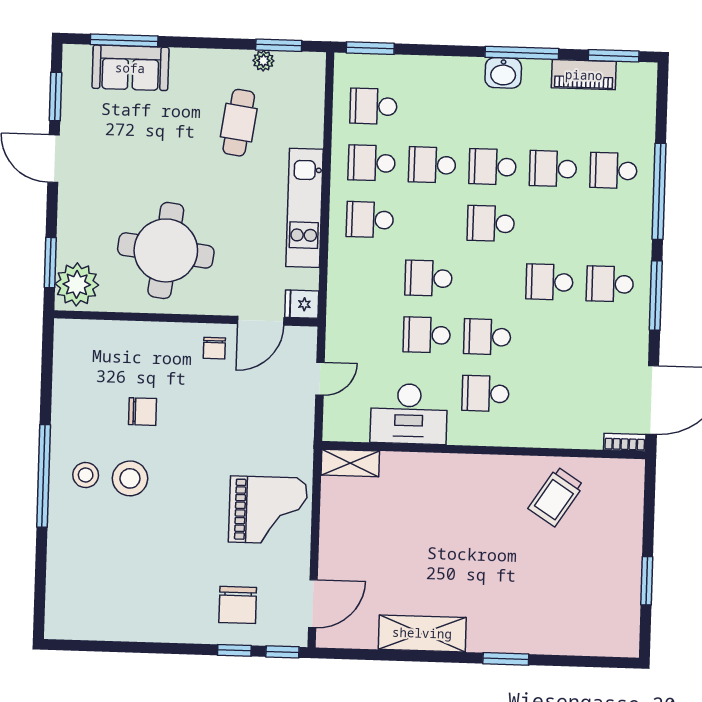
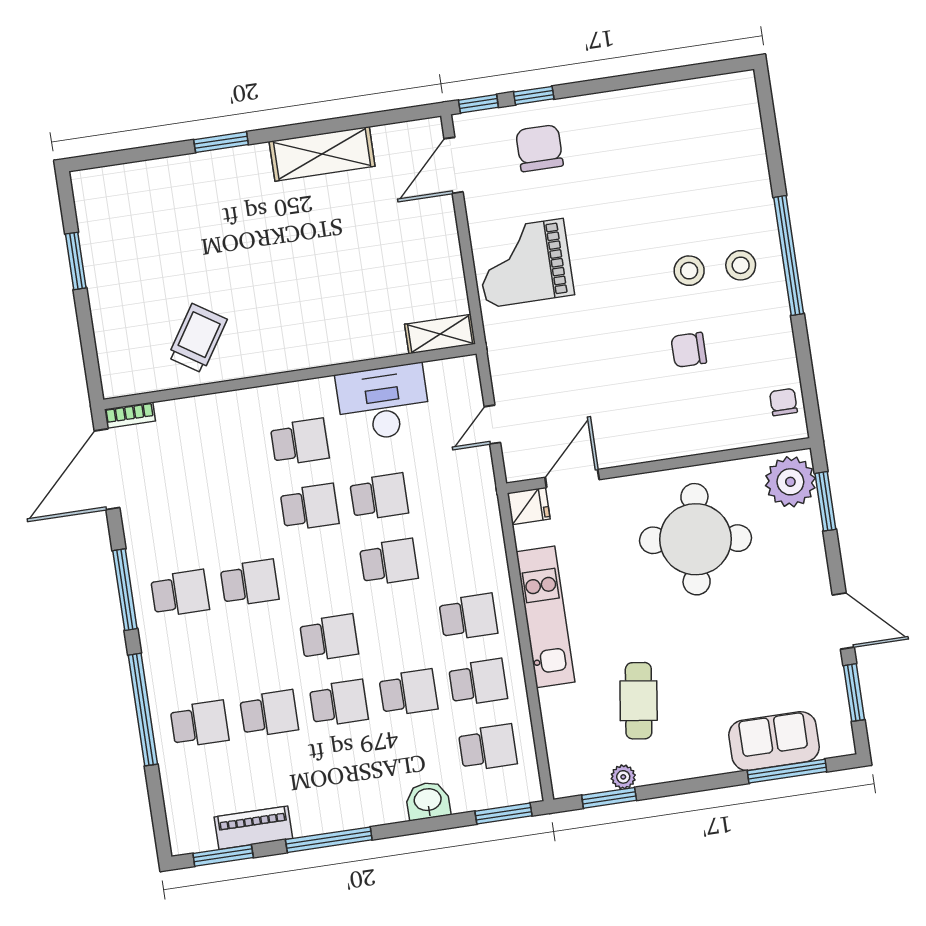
washbasin: (503, 73) -> (428, 801), moved
chair: (214, 348) -> (783, 402), moved
stool: (130, 478) -> (689, 271), width x0.73, depth x0.73

